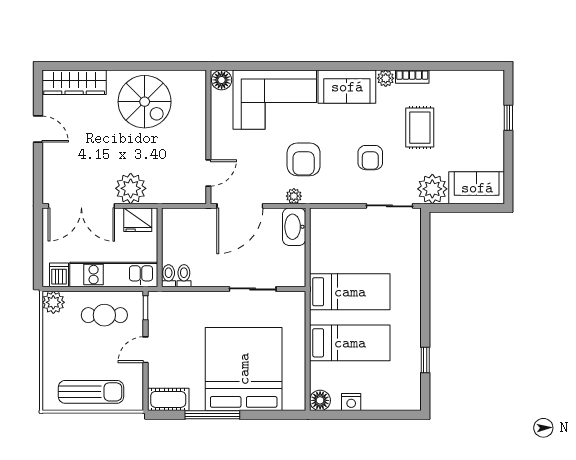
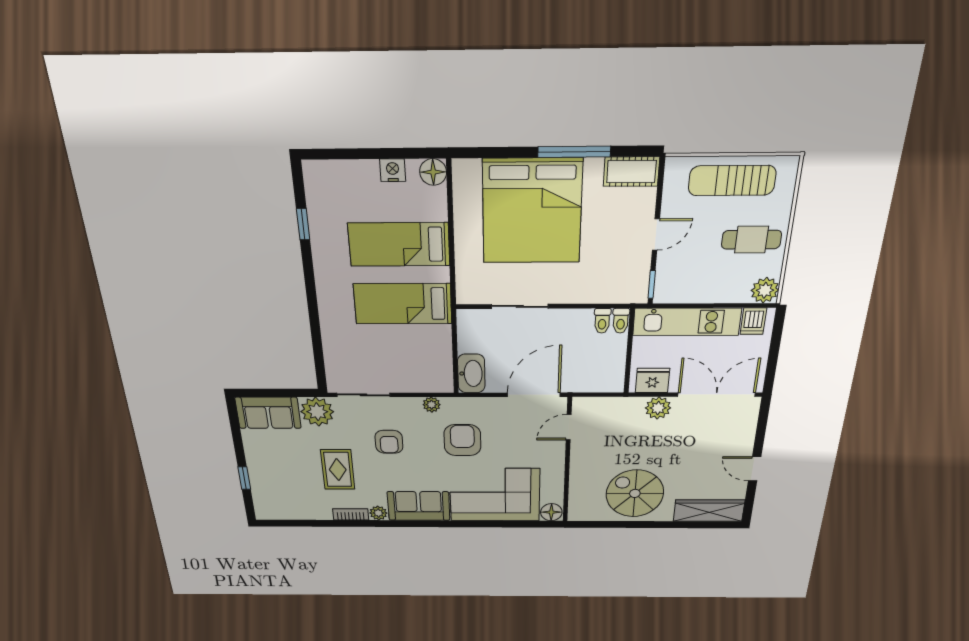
armchair: (370, 158) -> (389, 442), turned 180
plant: (131, 188) -> (658, 408), width x0.73, depth x0.73
plant: (294, 196) -> (432, 405), moved
cafe table: (104, 315) -> (751, 240), moved

